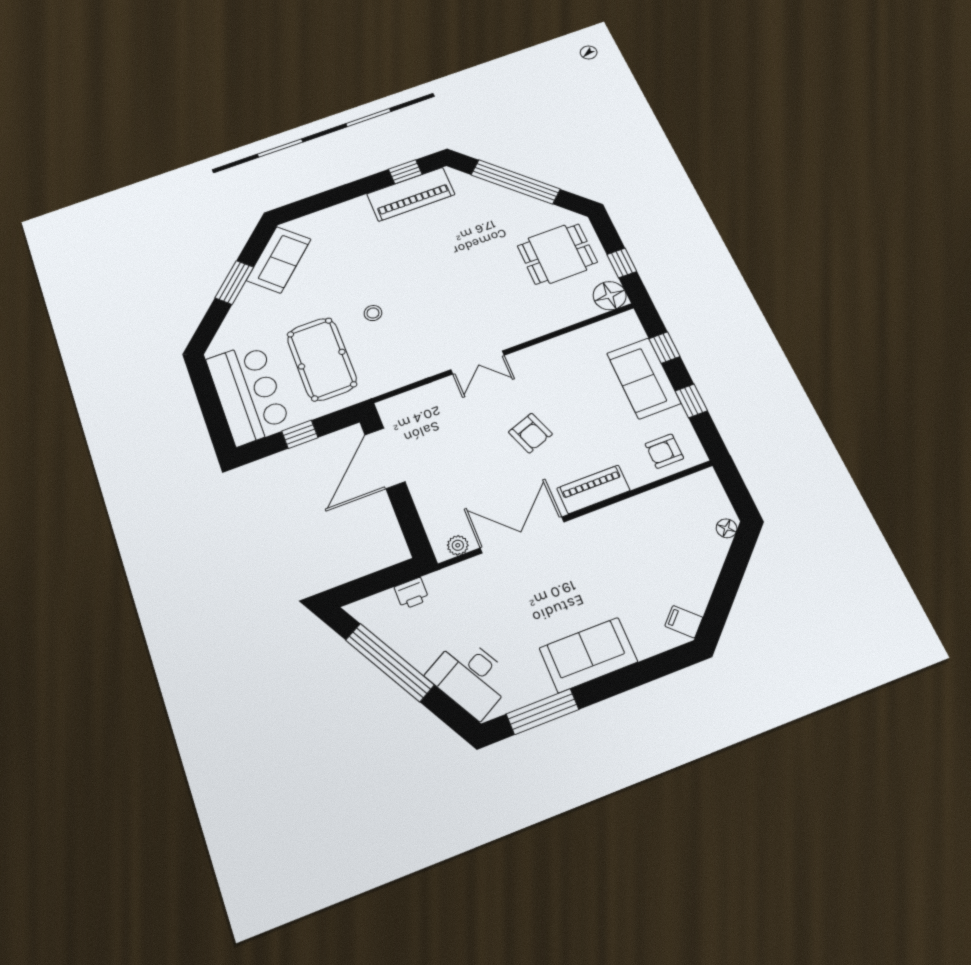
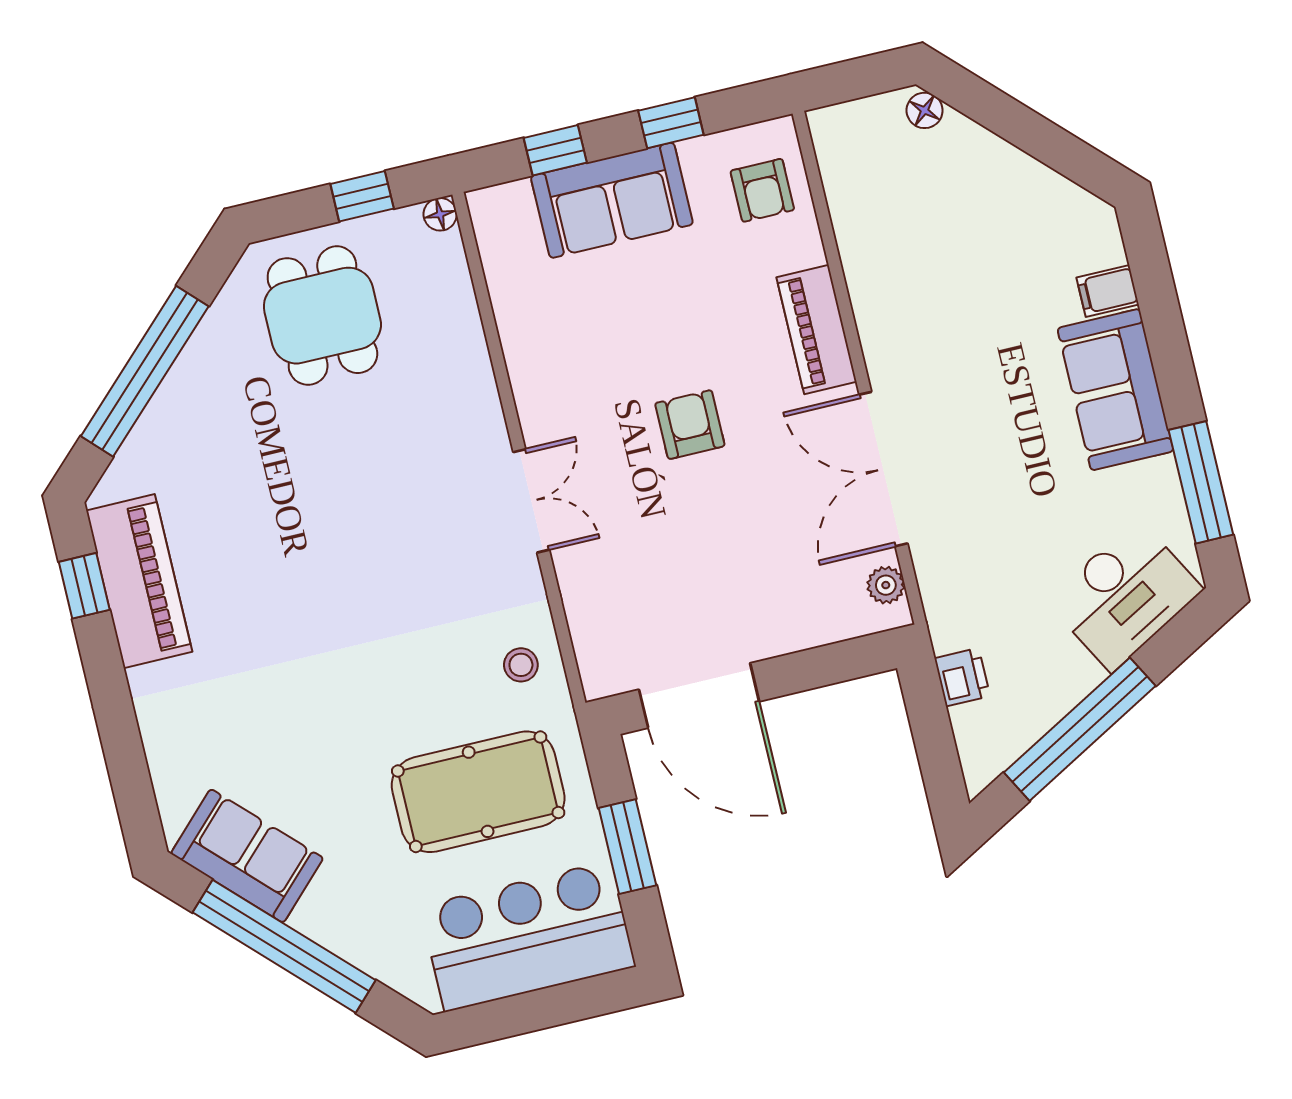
window: (234, 282) -> (284, 946), width x2.11
floor lamp: (610, 296) -> (440, 214), width x0.53, depth x0.53
stool: (373, 313) -> (521, 665), moved
armchair: (530, 433) -> (690, 425), turned -70
window: (300, 434) -> (627, 847), width x1.50
filing cabinet: (684, 622) -> (1108, 291), moved, turned 45

